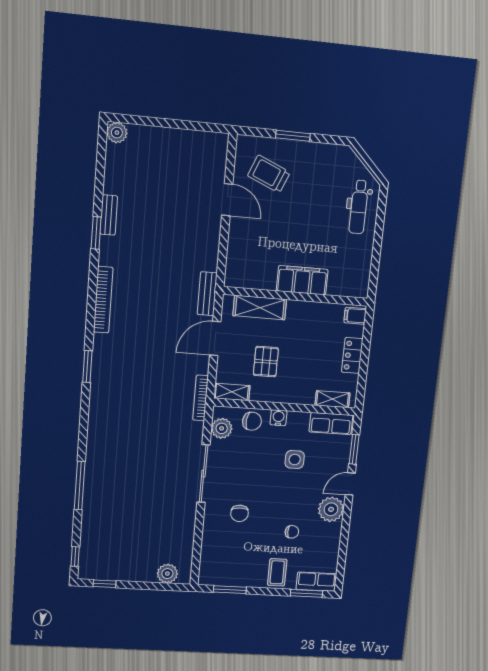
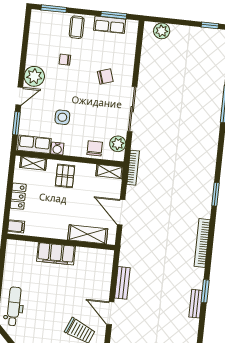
bench: (207, 294) -> (122, 283), moved
door: (215, 338) -> (121, 212), swing flipped
pallet: (266, 362) -> (65, 176), moved
water cooler: (278, 418) -> (57, 149), moved
chair: (252, 421) -> (95, 148), turned 84
chair: (240, 513) -> (105, 76), turned 74
row of seats: (316, 582) -> (110, 25), moved

